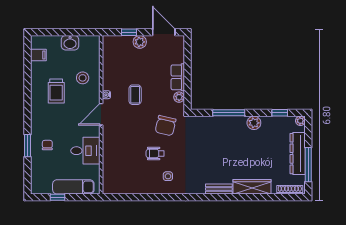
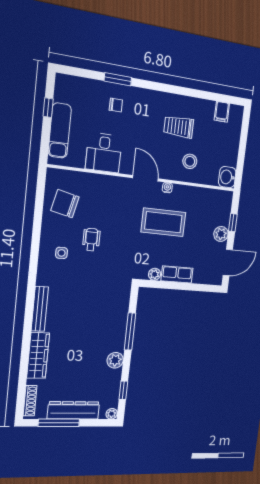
washbasin: (70, 43) -> (227, 177), moved
coffee table: (135, 95) -> (163, 222), width x1.86, depth x1.72
chair: (166, 126) -> (65, 204), moved
bench: (219, 189) -> (40, 309), width x1.36

